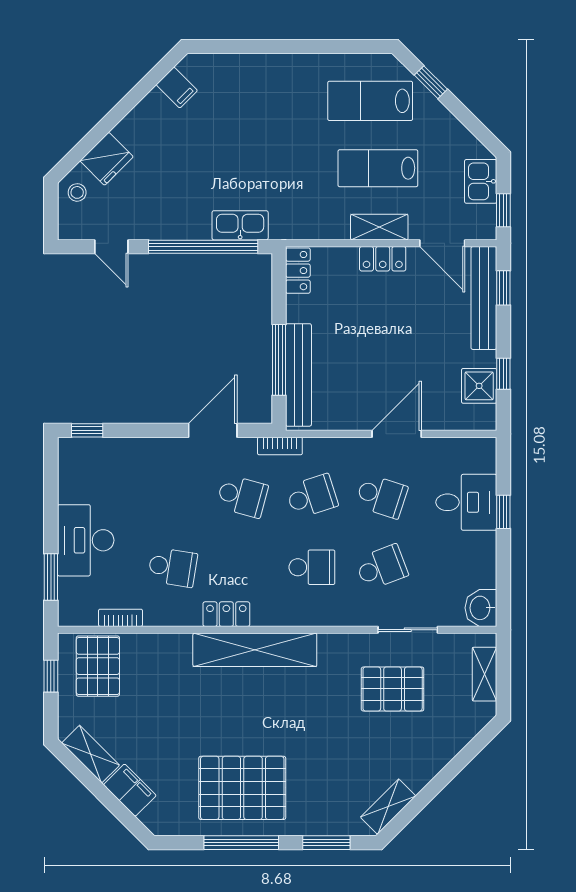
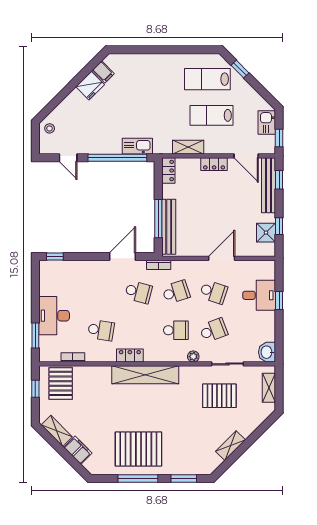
fridge: (107, 159) -> (90, 86), moved
shelving: (379, 227) -> (188, 147), moved
plant: (344, 616) -> (193, 357), added
shelving: (388, 807) -> (230, 446), moved

